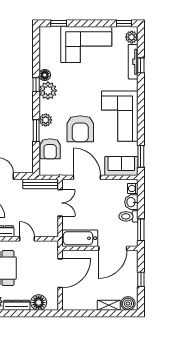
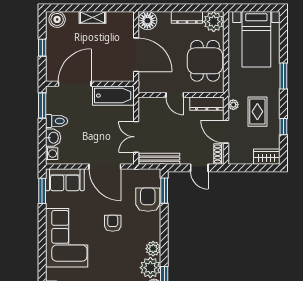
plant: (46, 120) -> (153, 249), moved
armchair: (80, 129) -> (113, 223), width x0.53, depth x0.53
window: (36, 131) -> (164, 191), moved
door: (60, 273) -> (136, 55), swing flipped
floor lamp: (39, 303) -> (147, 21), moved
shelving: (109, 305) -> (93, 17), moved

